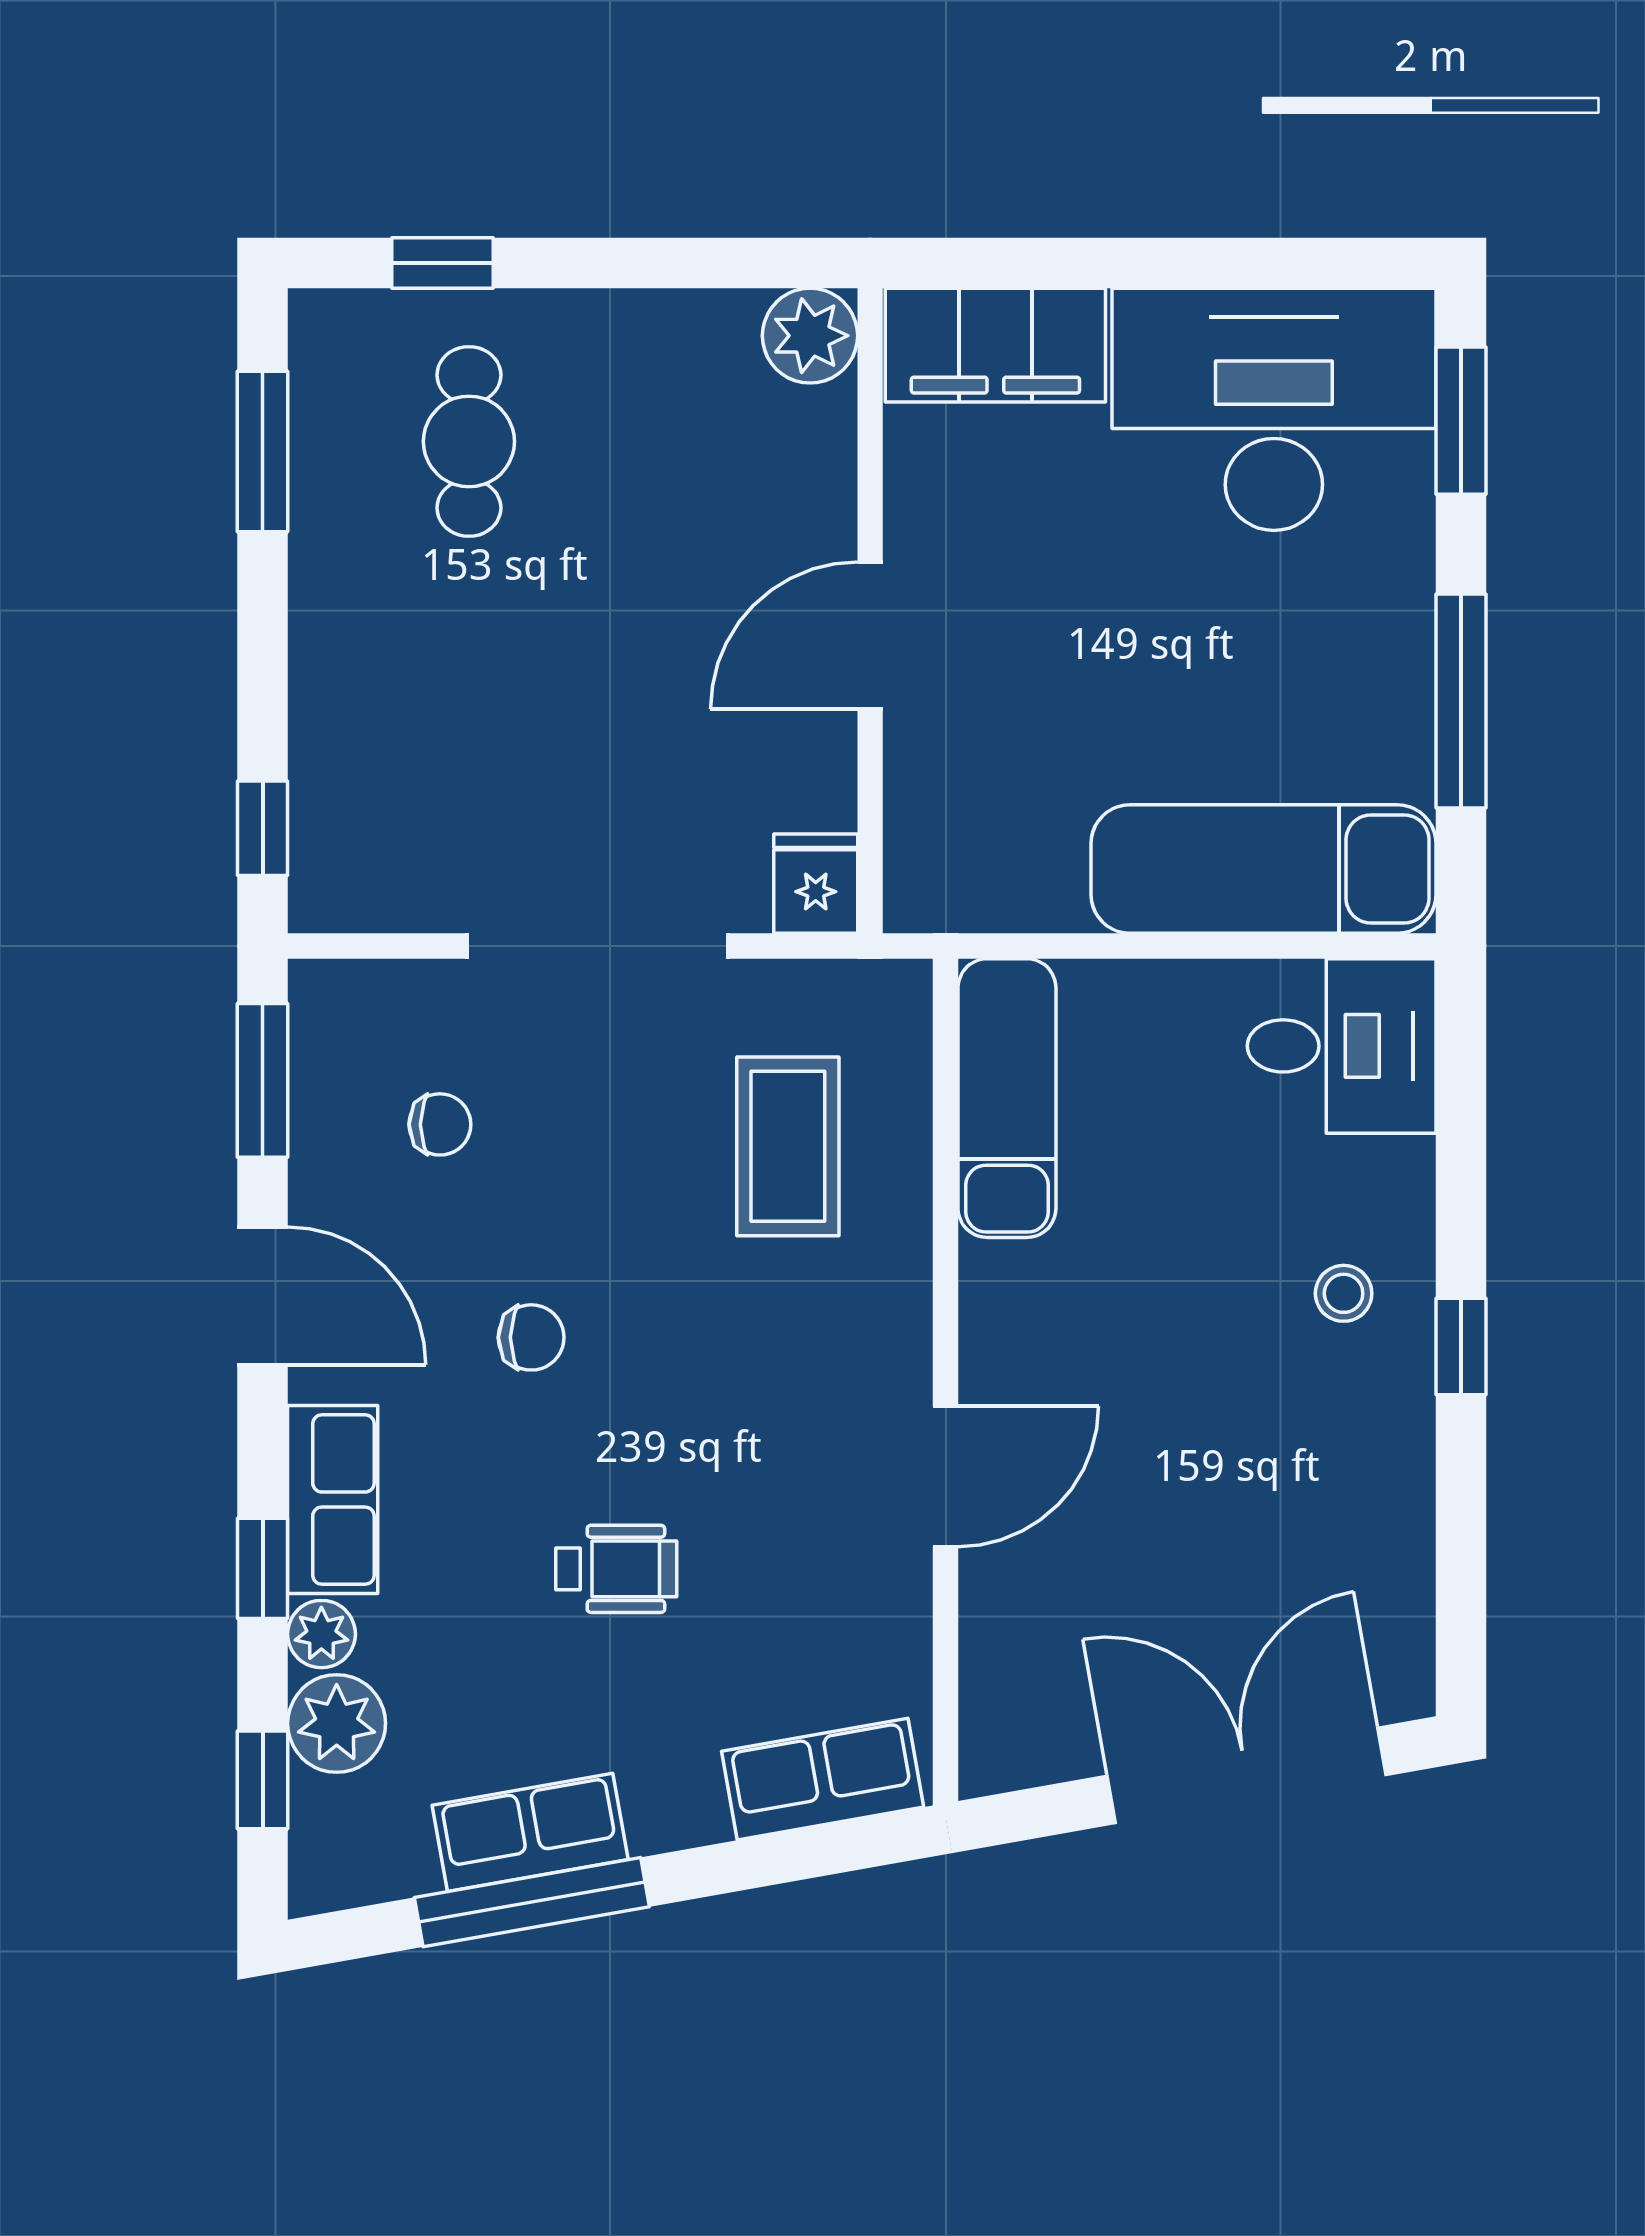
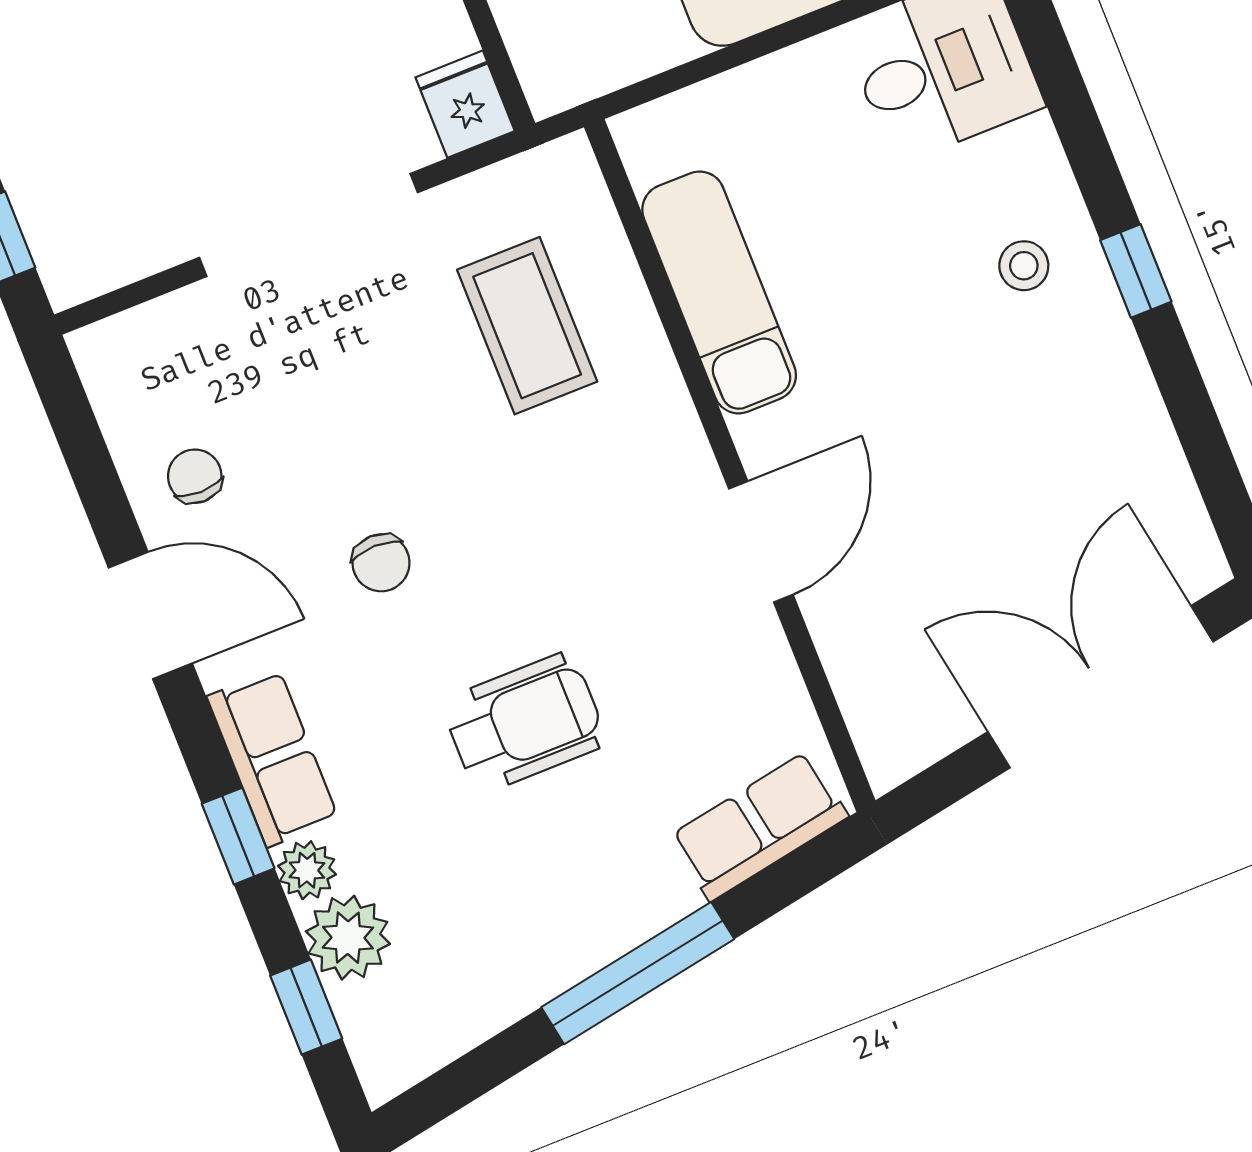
window: (263, 1080) -> (81, 441), removed
exam couch: (1007, 1098) -> (719, 292), moved
chair: (440, 1124) -> (195, 476), moved, turned -90
chair: (531, 1337) -> (381, 563), turned 90
wheelchair: (616, 1569) -> (524, 723), width x1.36, depth x1.37
row of seats: (530, 1832) -> (539, 963), removed
window: (532, 1902) -> (638, 973), moved

